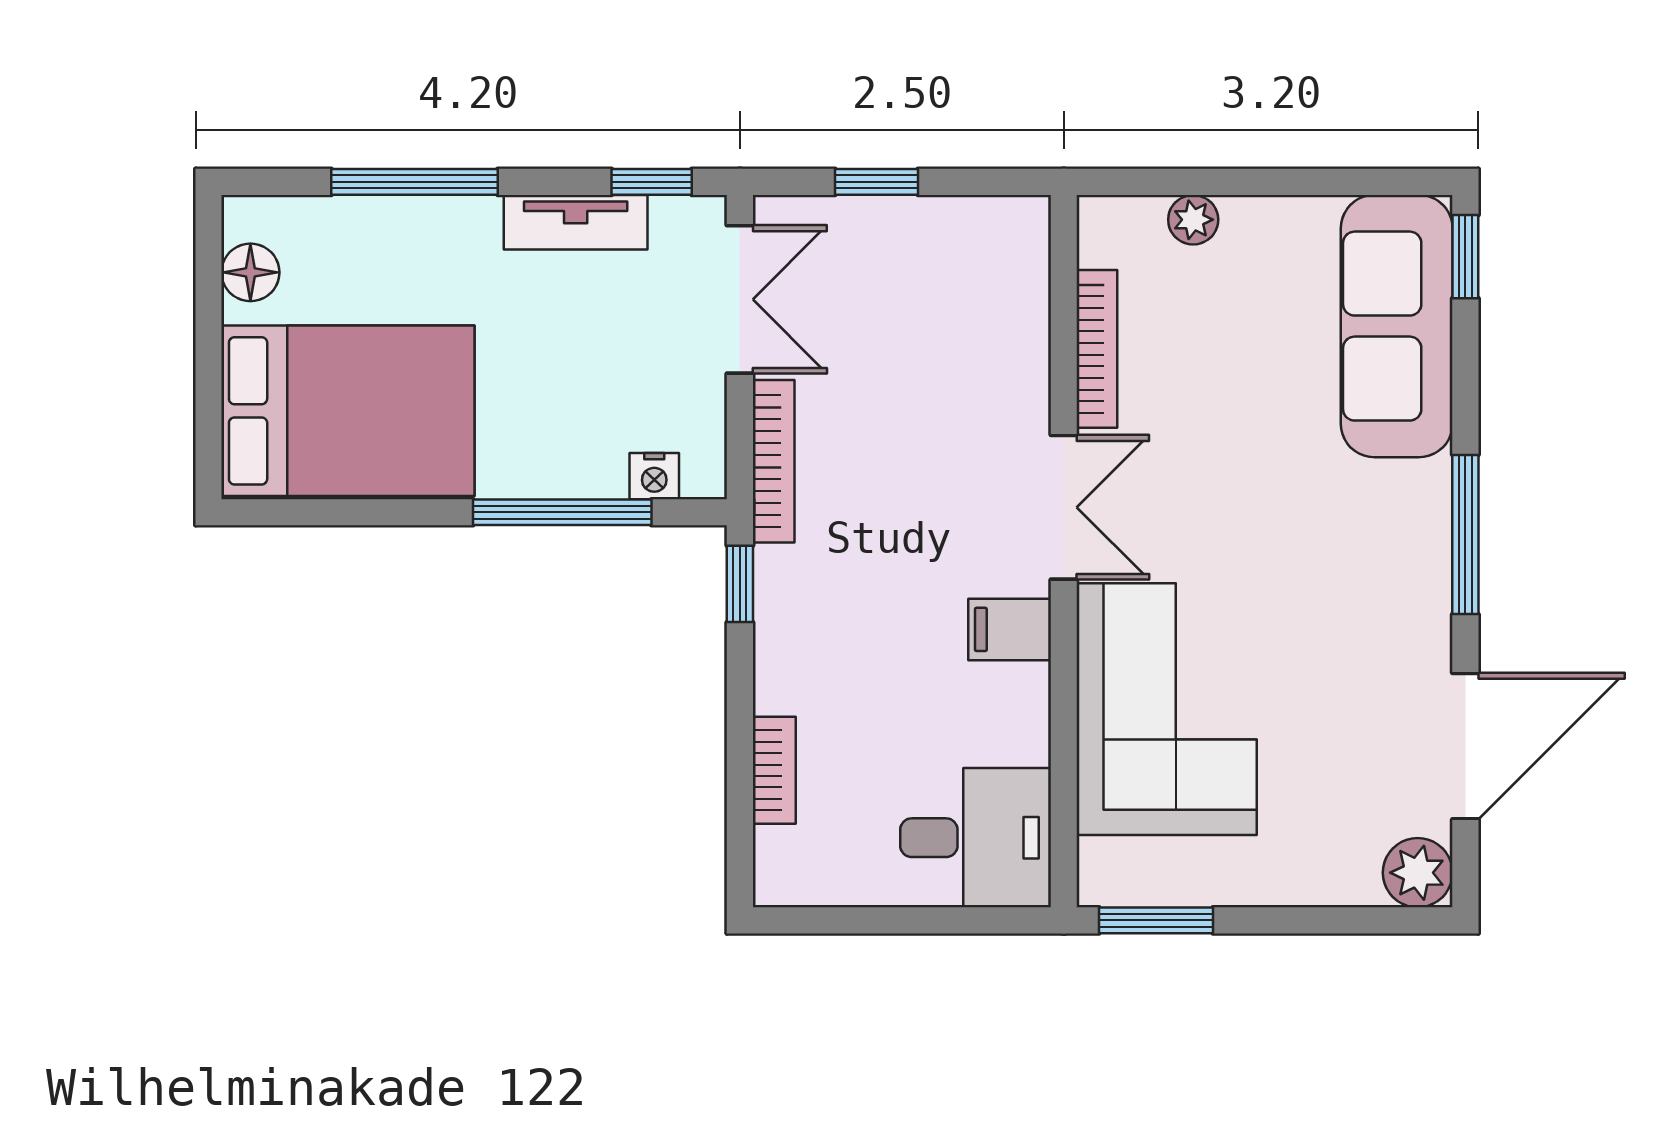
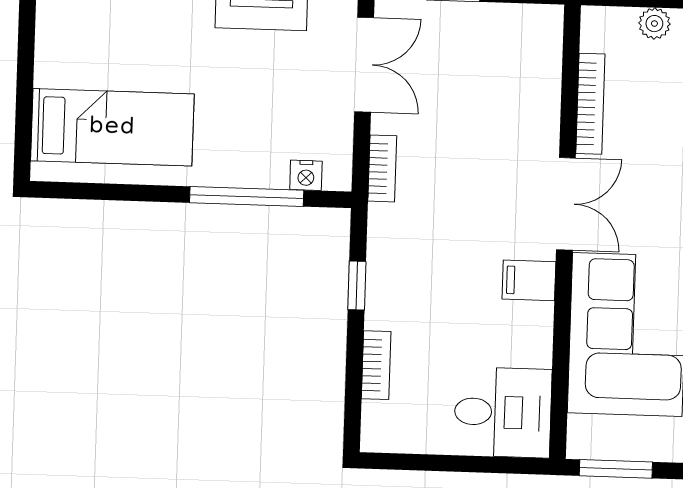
floor lamp: (250, 272) -> (53, 37), removed
bed: (348, 411) -> (112, 127), width x0.67
bookcase: (774, 461) -> (382, 168), width x0.64
window: (740, 584) -> (357, 286), moved

